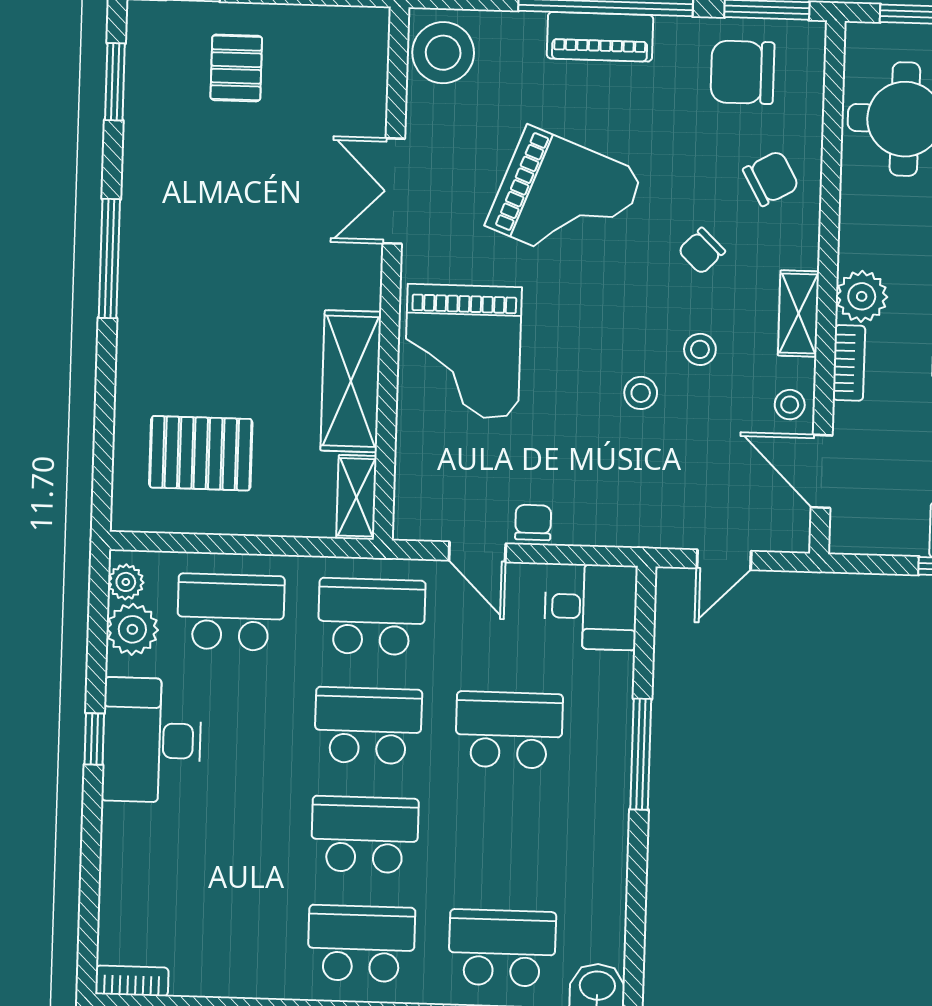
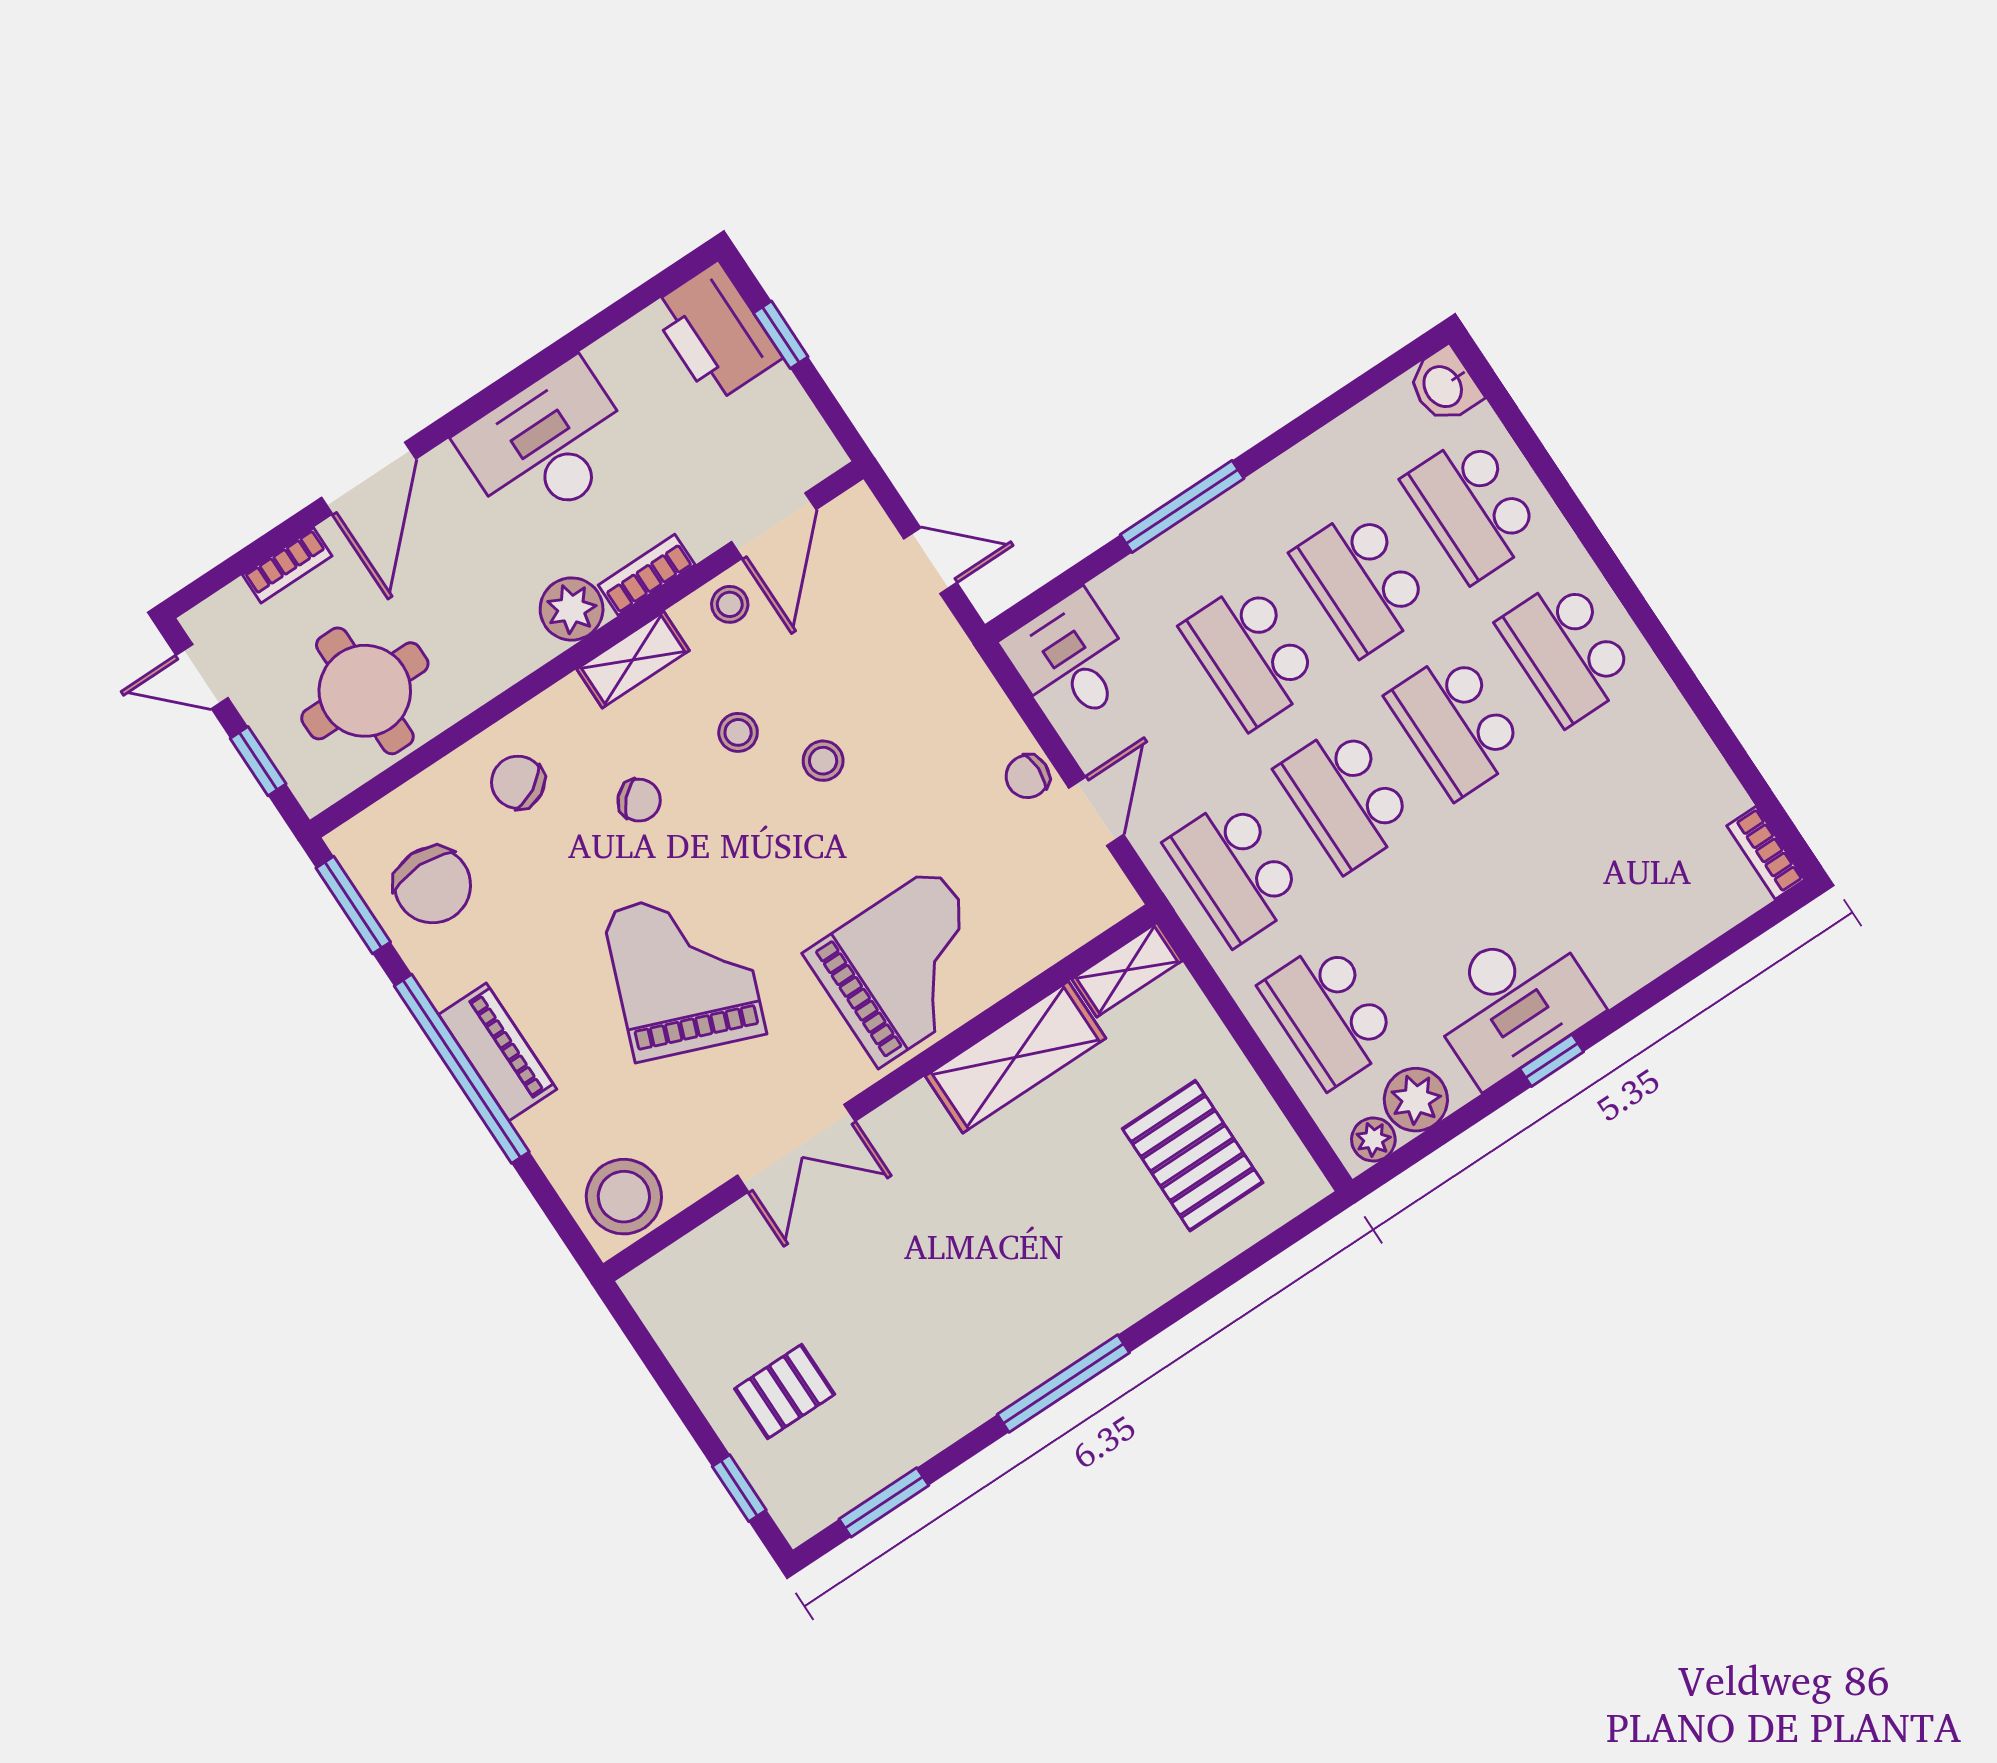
school desk: (506, 839) -> (1362, 581), added

